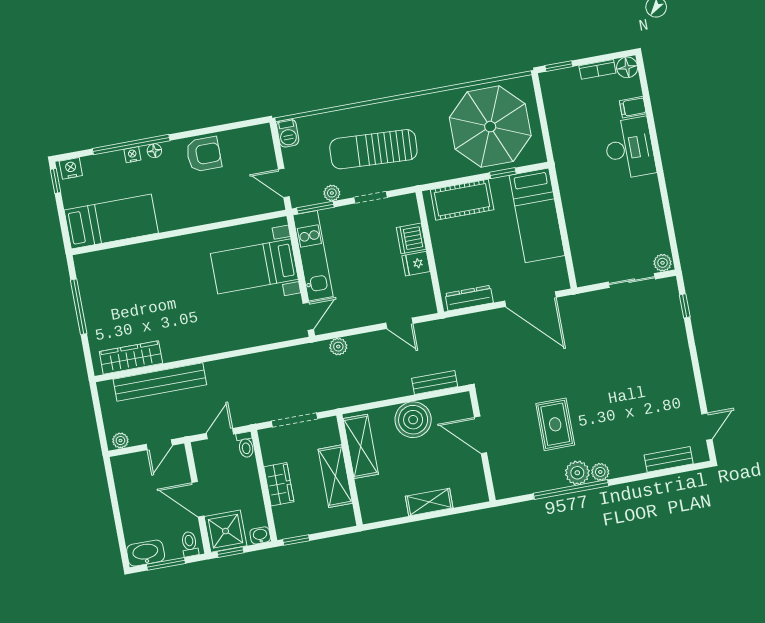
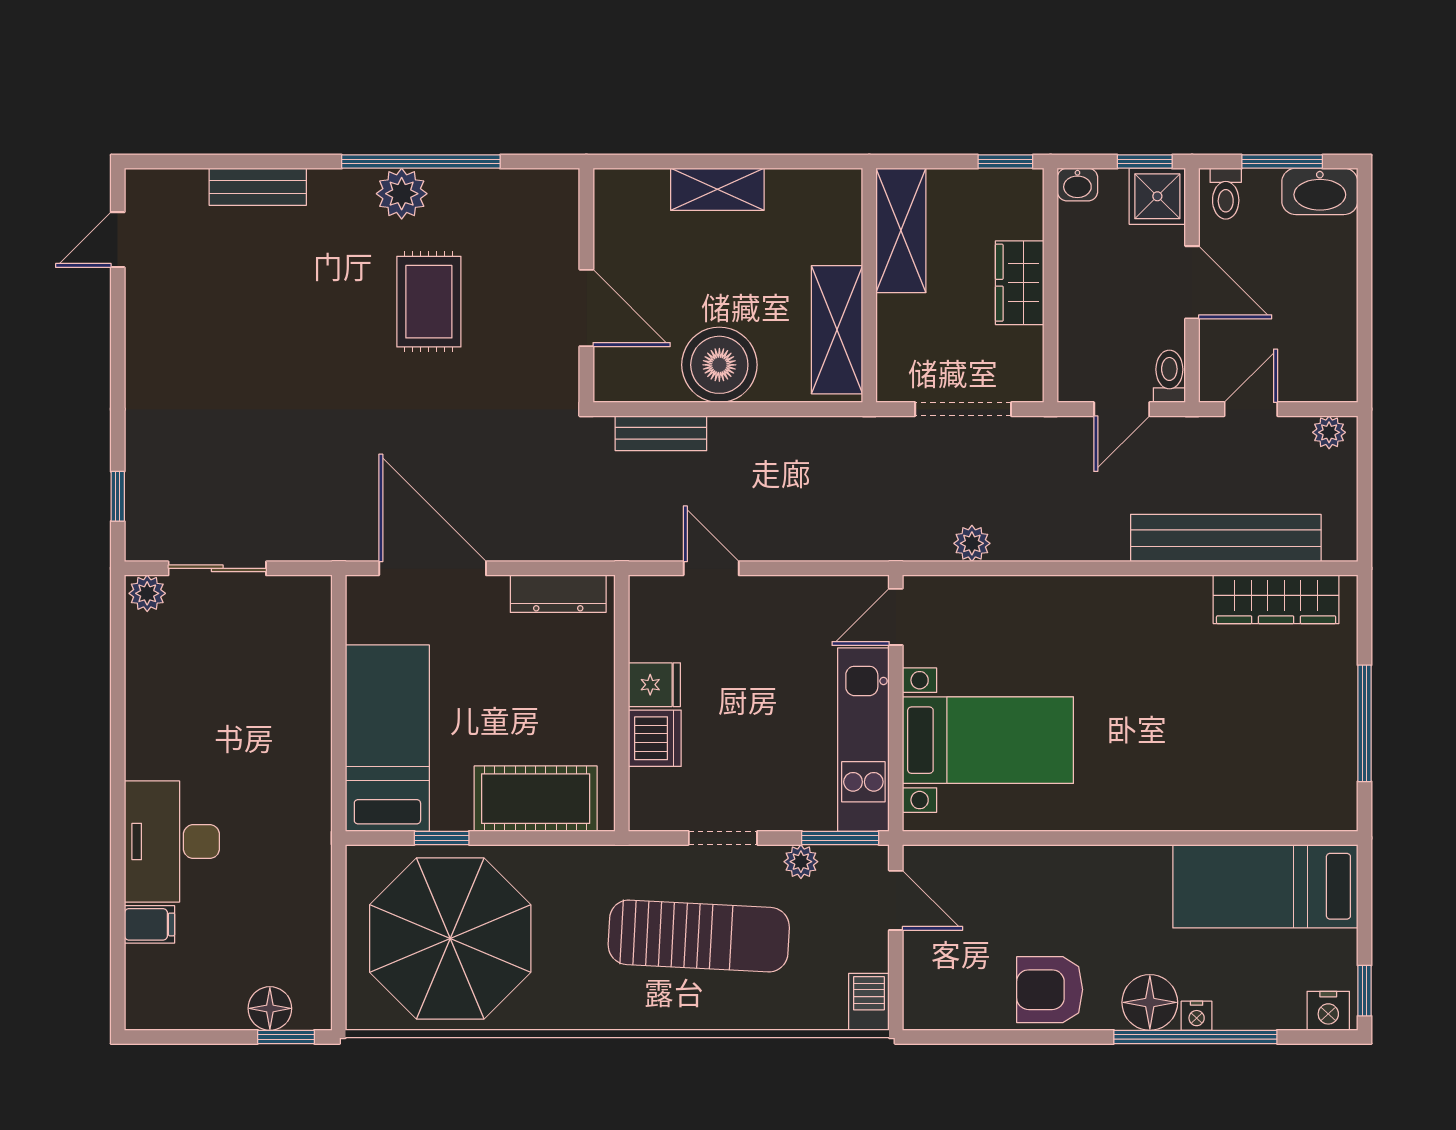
floor lamp: (627, 67) -> (270, 1008), moved
bookcase: (597, 69) -> (208, 1016), removed
floor lamp: (154, 151) -> (1150, 1002), width x1.89, depth x1.89
plant: (338, 347) -> (972, 543), moved
toilet: (246, 445) -> (1169, 376), moved
bench: (669, 459) -> (258, 187), moved
plant: (600, 472) -> (354, 187), removed
shelving: (335, 476) -> (901, 230), moved
shower: (226, 531) -> (1157, 196), width x0.73, depth x0.73

